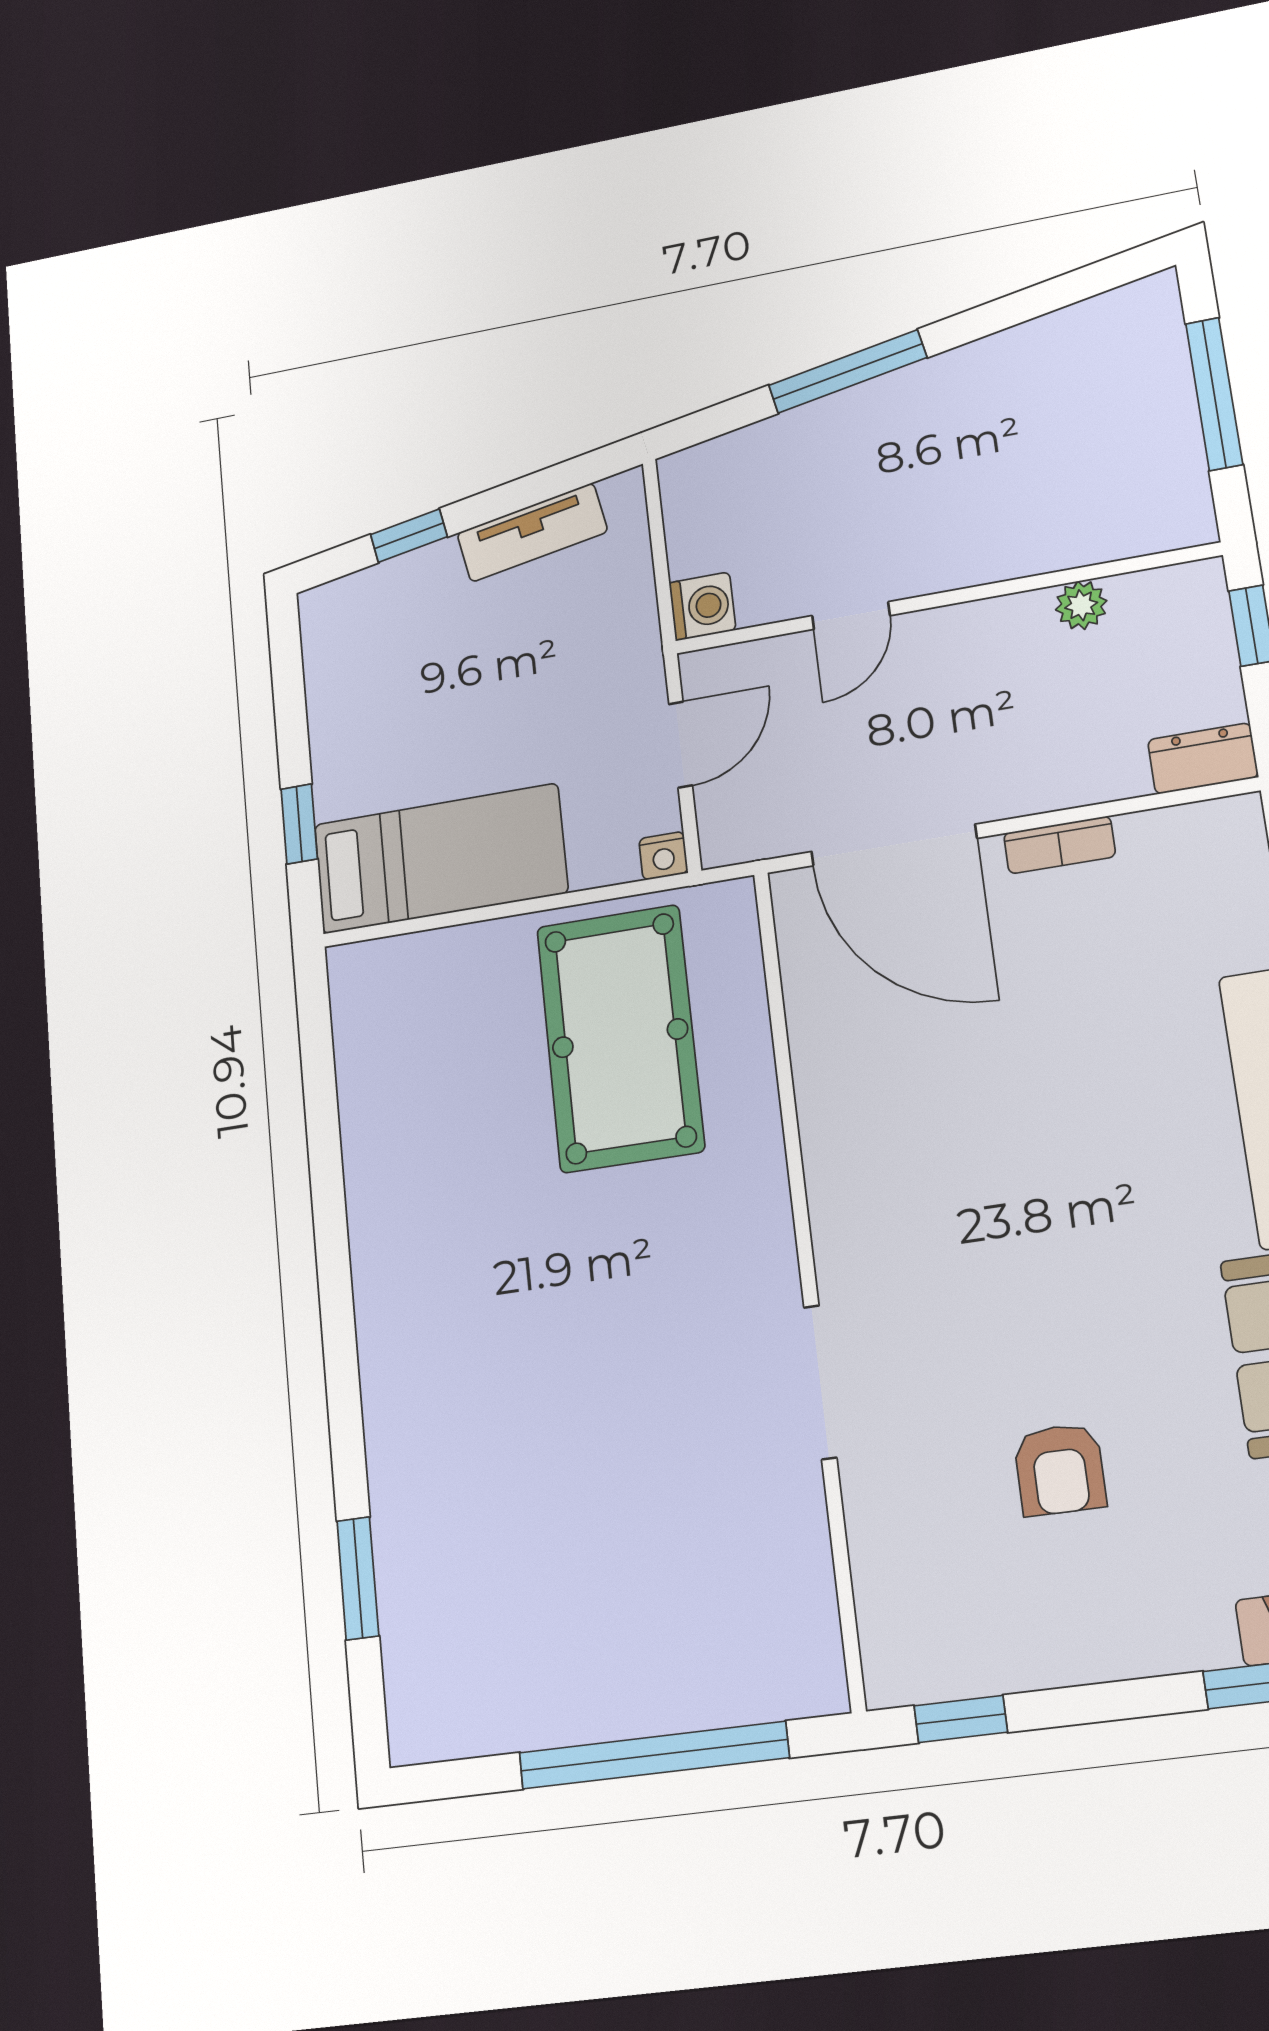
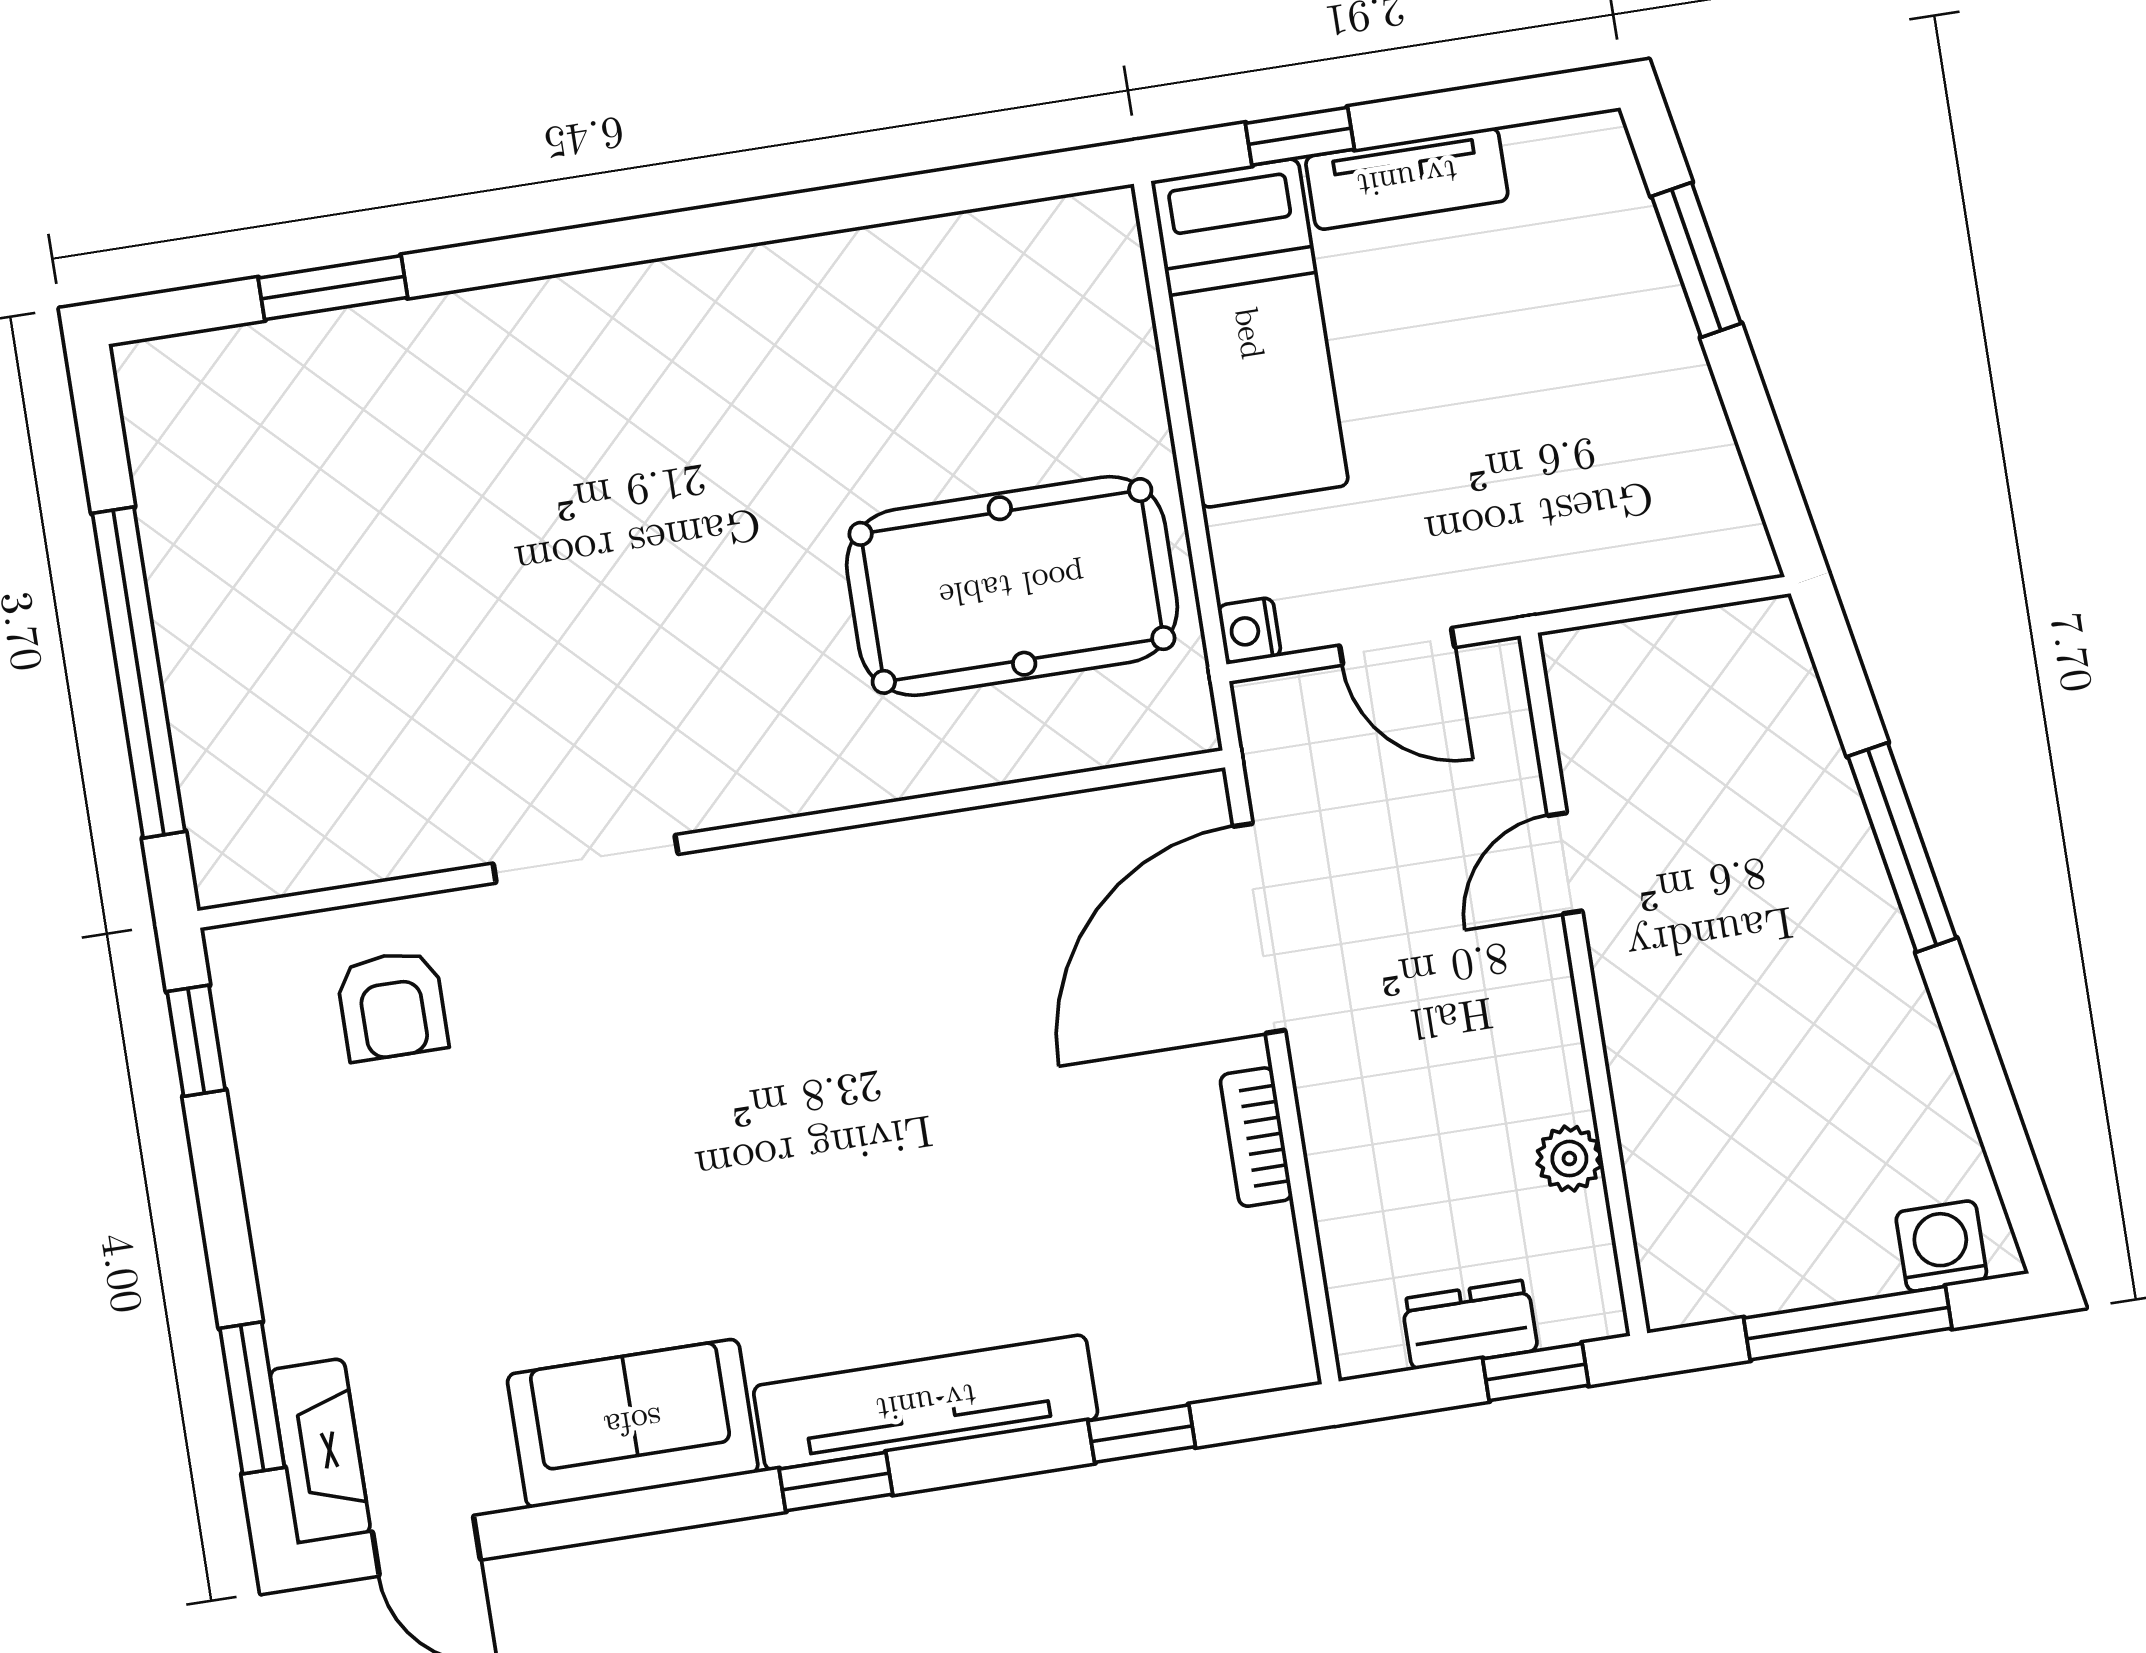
tv unit: (532, 533) -> (1407, 179), moved, turned -80
window: (409, 536) -> (1696, 260), width x1.50
washing machine: (702, 606) -> (1941, 1246), moved, turned 180
door: (851, 616) -> (1565, 863), hinge flipped
dresser: (1203, 758) -> (1470, 1325), moved, turned -90
armchair: (1060, 1469) -> (392, 1005), moved, turned -90

